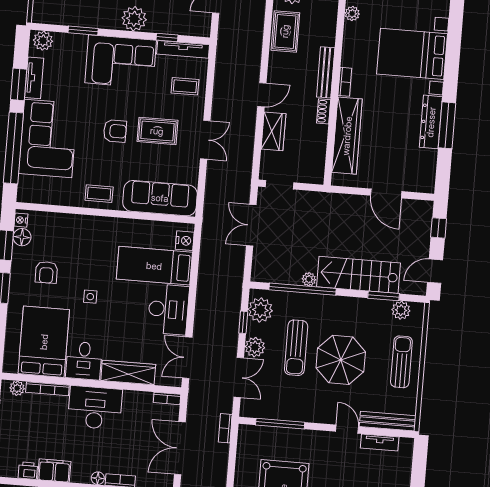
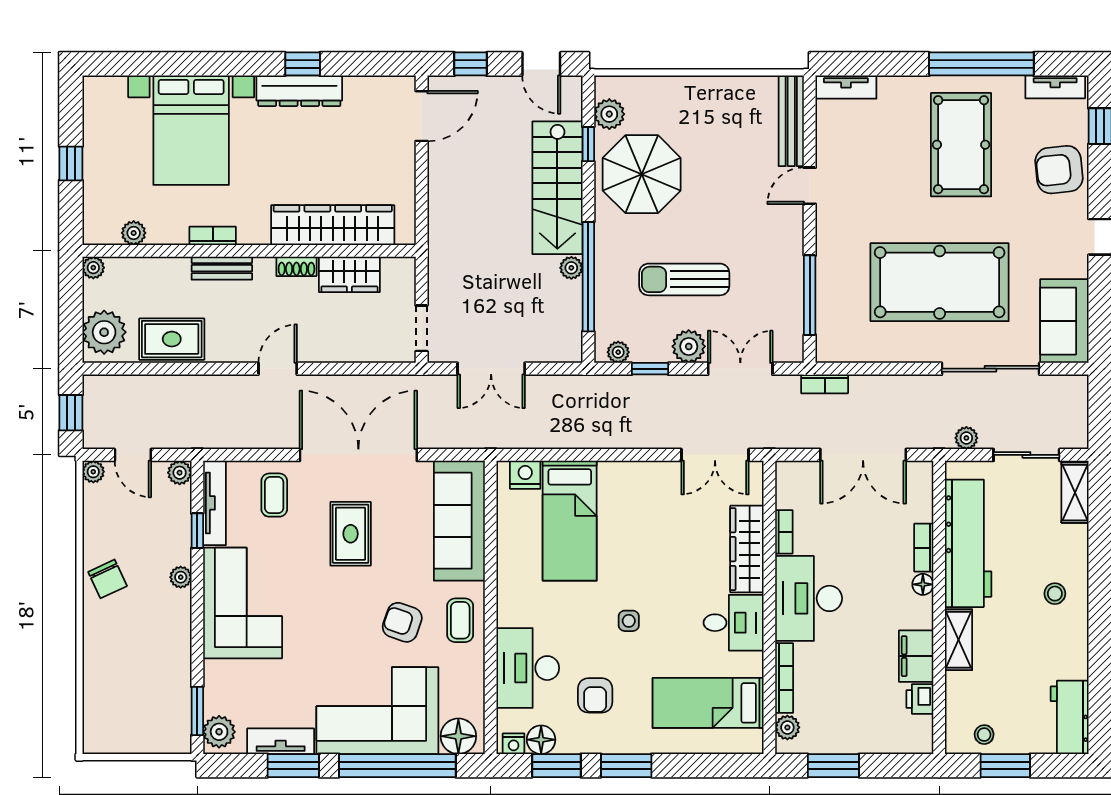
plant: (134, 19) -> (181, 577), width x0.53, depth x0.53
plant: (203, 30) -> (180, 473), added
window: (83, 31) -> (197, 711), moved
bench: (326, 72) -> (222, 268), width x0.73
bookcase: (345, 82) -> (213, 236), moved
door: (262, 95) -> (278, 369), hinge flipped
window: (447, 125) -> (303, 64), width x0.46
armchair: (115, 131) -> (402, 622), moved, turned -71
wardrobe: (273, 131) -> (349, 274), moved, turned 180
double door: (205, 140) -> (358, 455), width x1.87
floor lamp: (28, 187) -> (458, 736), added
door: (386, 193) -> (422, 116), moved
armchair: (46, 272) -> (595, 695), turned 90
window: (384, 296) -> (588, 144), width x0.67
desk: (168, 309) -> (528, 668), moved, turned -90
plant: (260, 310) -> (618, 352), width x0.53, depth x0.53
bed: (44, 342) -> (708, 703), width x0.67
sun lounger: (296, 348) -> (684, 279), turned 180
parasol: (341, 360) -> (642, 174), moved
sun lounger: (401, 362) -> (693, 106), removed
bookcase: (167, 398) -> (784, 532), moved
tv unit: (380, 442) -> (846, 87), moved, turned 90

